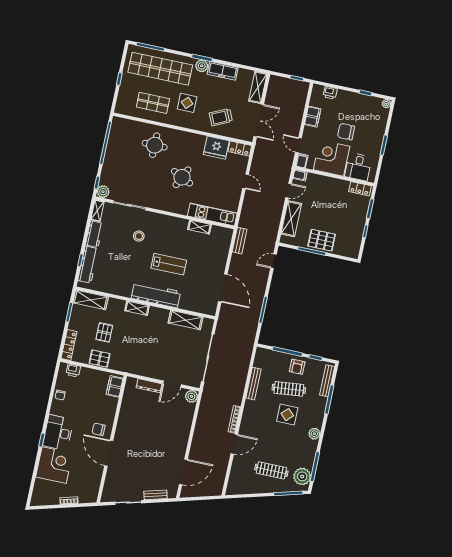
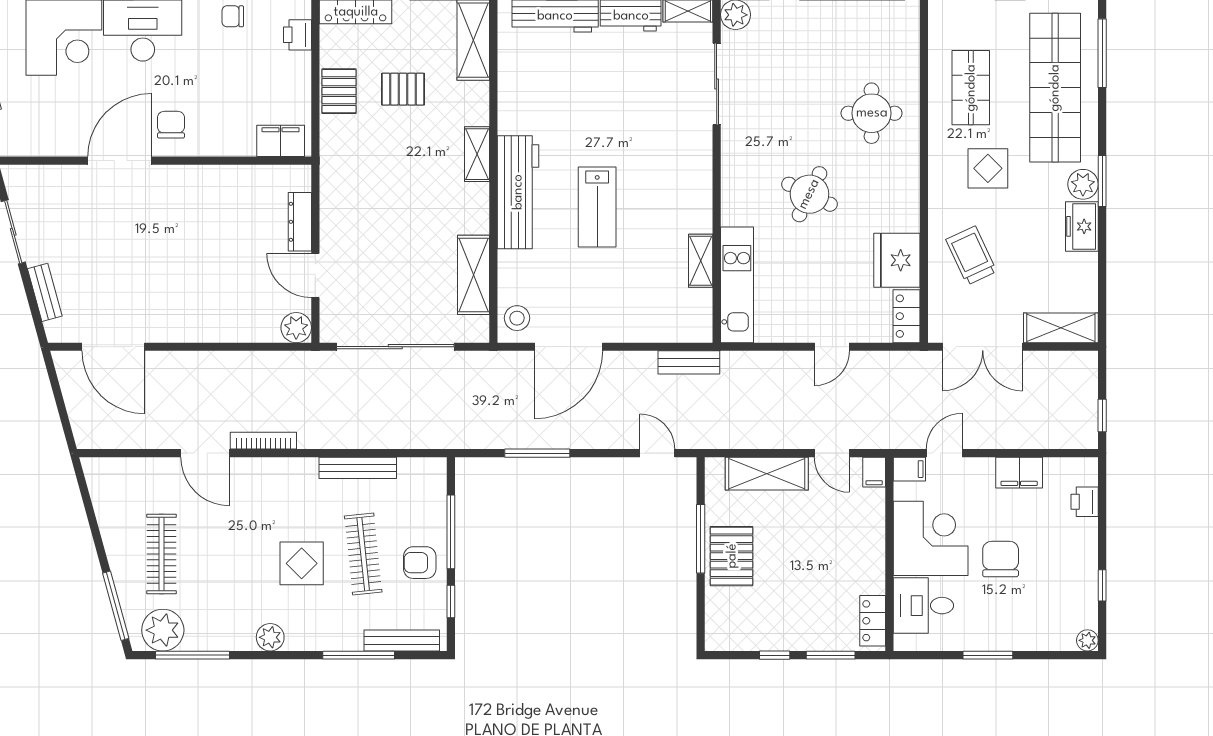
freezer: (223, 71) -> (1082, 226), width x0.71
stool: (139, 236) -> (517, 318), moved

